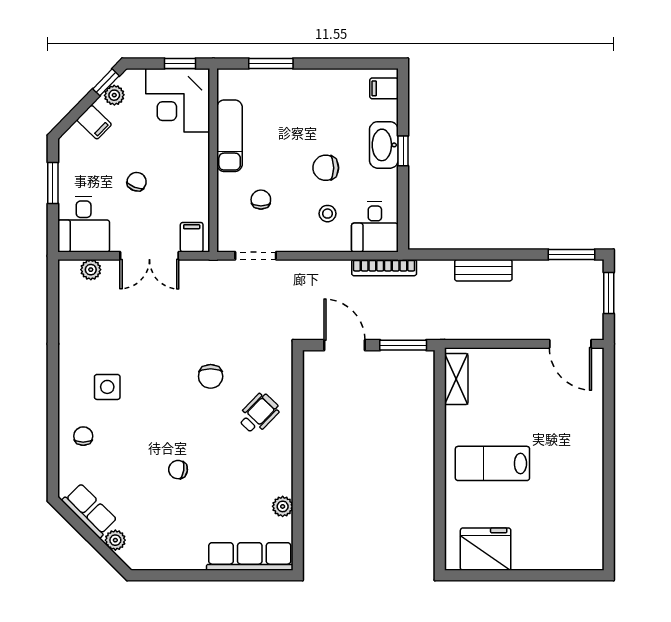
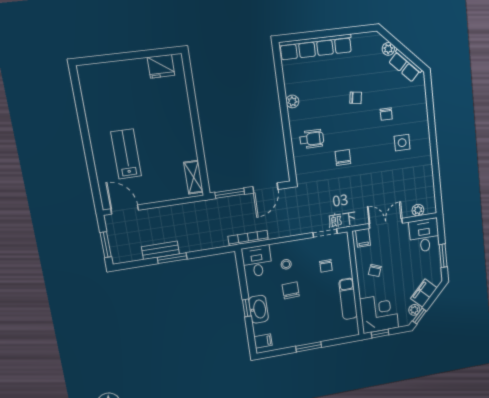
window: (271, 64) -> (309, 347), moved
filing cabinet: (94, 122) -> (424, 293), width x2.00
chair: (326, 168) -> (291, 290), turned -92
chair: (137, 182) -> (375, 270), moved
window: (572, 255) -> (172, 258), moved
bench: (483, 270) -> (160, 250), moved
door: (344, 345) -> (265, 188), hinge flipped
wheelchair: (259, 413) -> (312, 139), turned -134
chair: (83, 436) -> (386, 114), moved
lab bench: (492, 463) -> (126, 154), moved, turned -90
plant: (283, 506) -> (292, 101), moved
fridge: (486, 549) -> (161, 66), width x0.73, depth x0.75
row of seats: (250, 556) -> (316, 47), width x1.36

